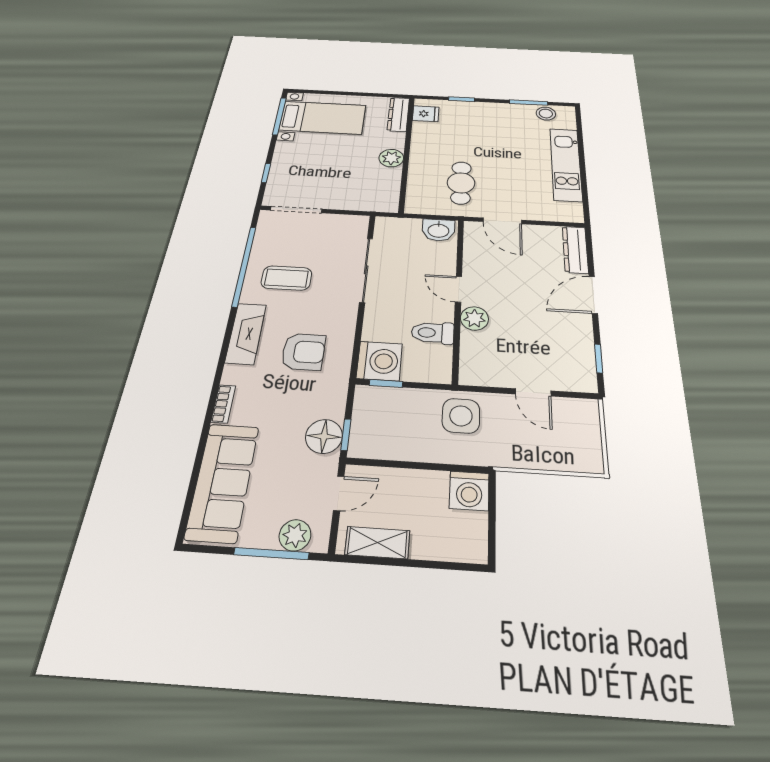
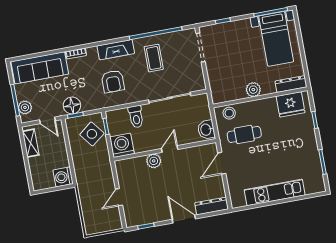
fridge: (426, 114) -> (291, 104), width x1.88, depth x1.34
stool: (546, 114) -> (229, 113), moved
toilet: (433, 333) -> (136, 117), moved, turned 180
washing machine: (379, 361) -> (122, 145), moved, turned 180
side table: (461, 416) -> (92, 134), moved, turned -38

